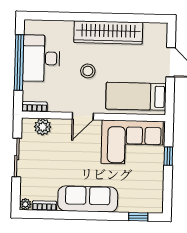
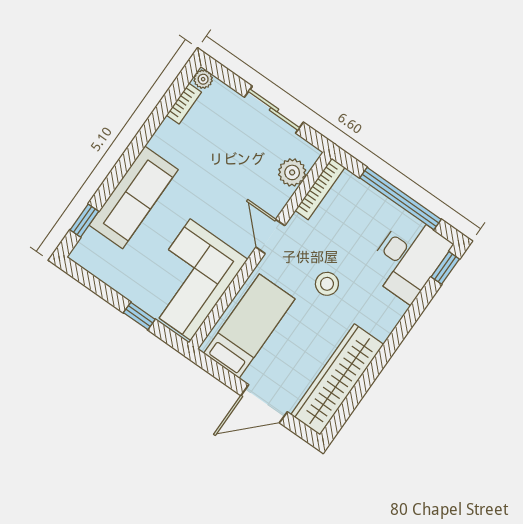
window: (39, 16) -> (445, 268), added
wardrobe: (108, 32) -> (337, 379), moved
desk: (41, 58) -> (408, 258), moved, turned 90
bookcase: (35, 107) -> (320, 189), width x1.56
sofa: (88, 199) -> (134, 197), moved

